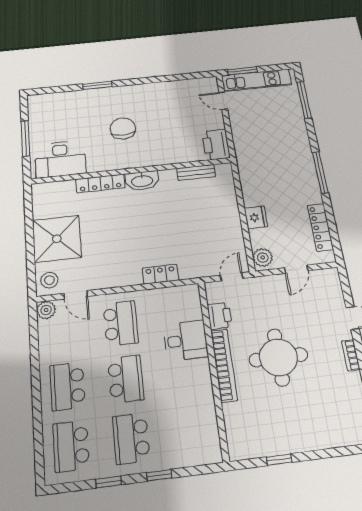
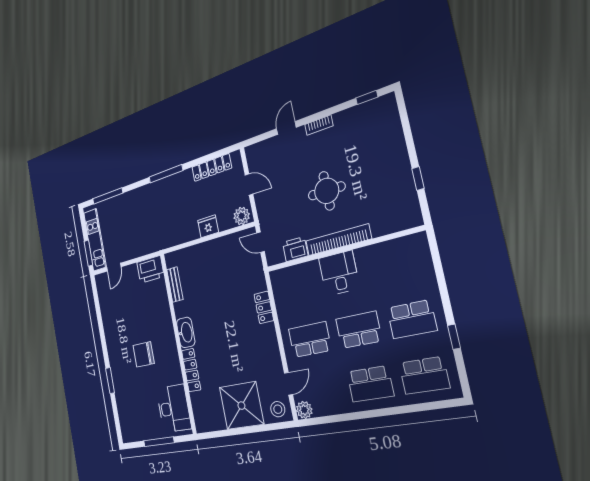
desk: (185, 340) -> (339, 273), moved
round table: (278, 357) -> (327, 191), width x0.73, depth x0.73
window: (159, 475) -> (443, 289), removed

